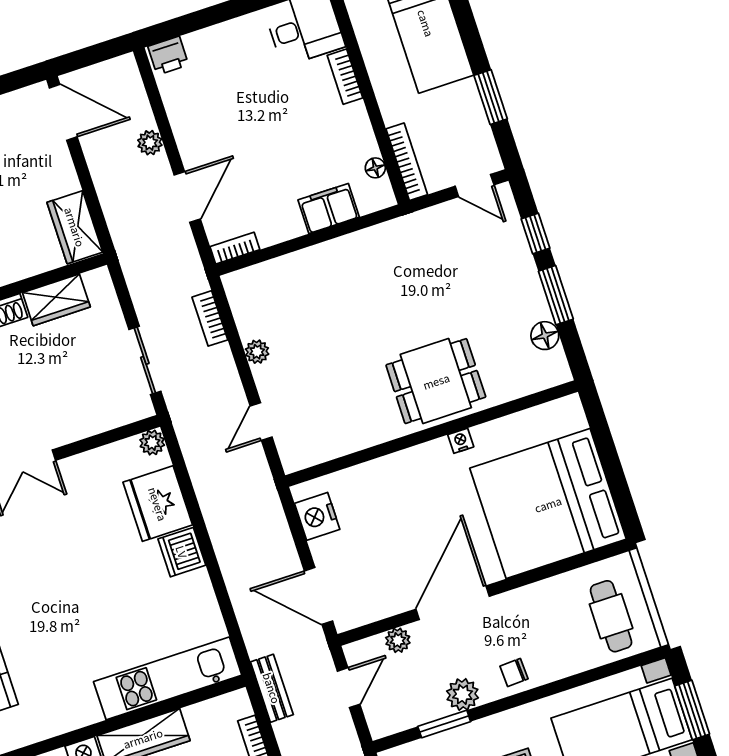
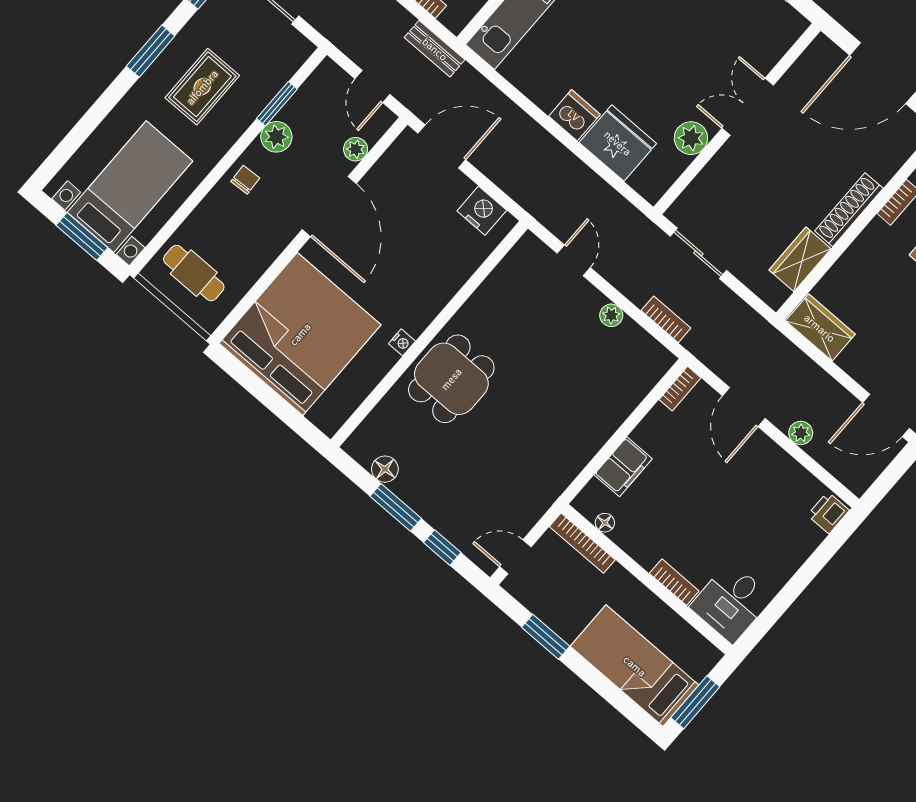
plant: (152, 443) -> (691, 138), moved, width x1.38, depth x1.38

